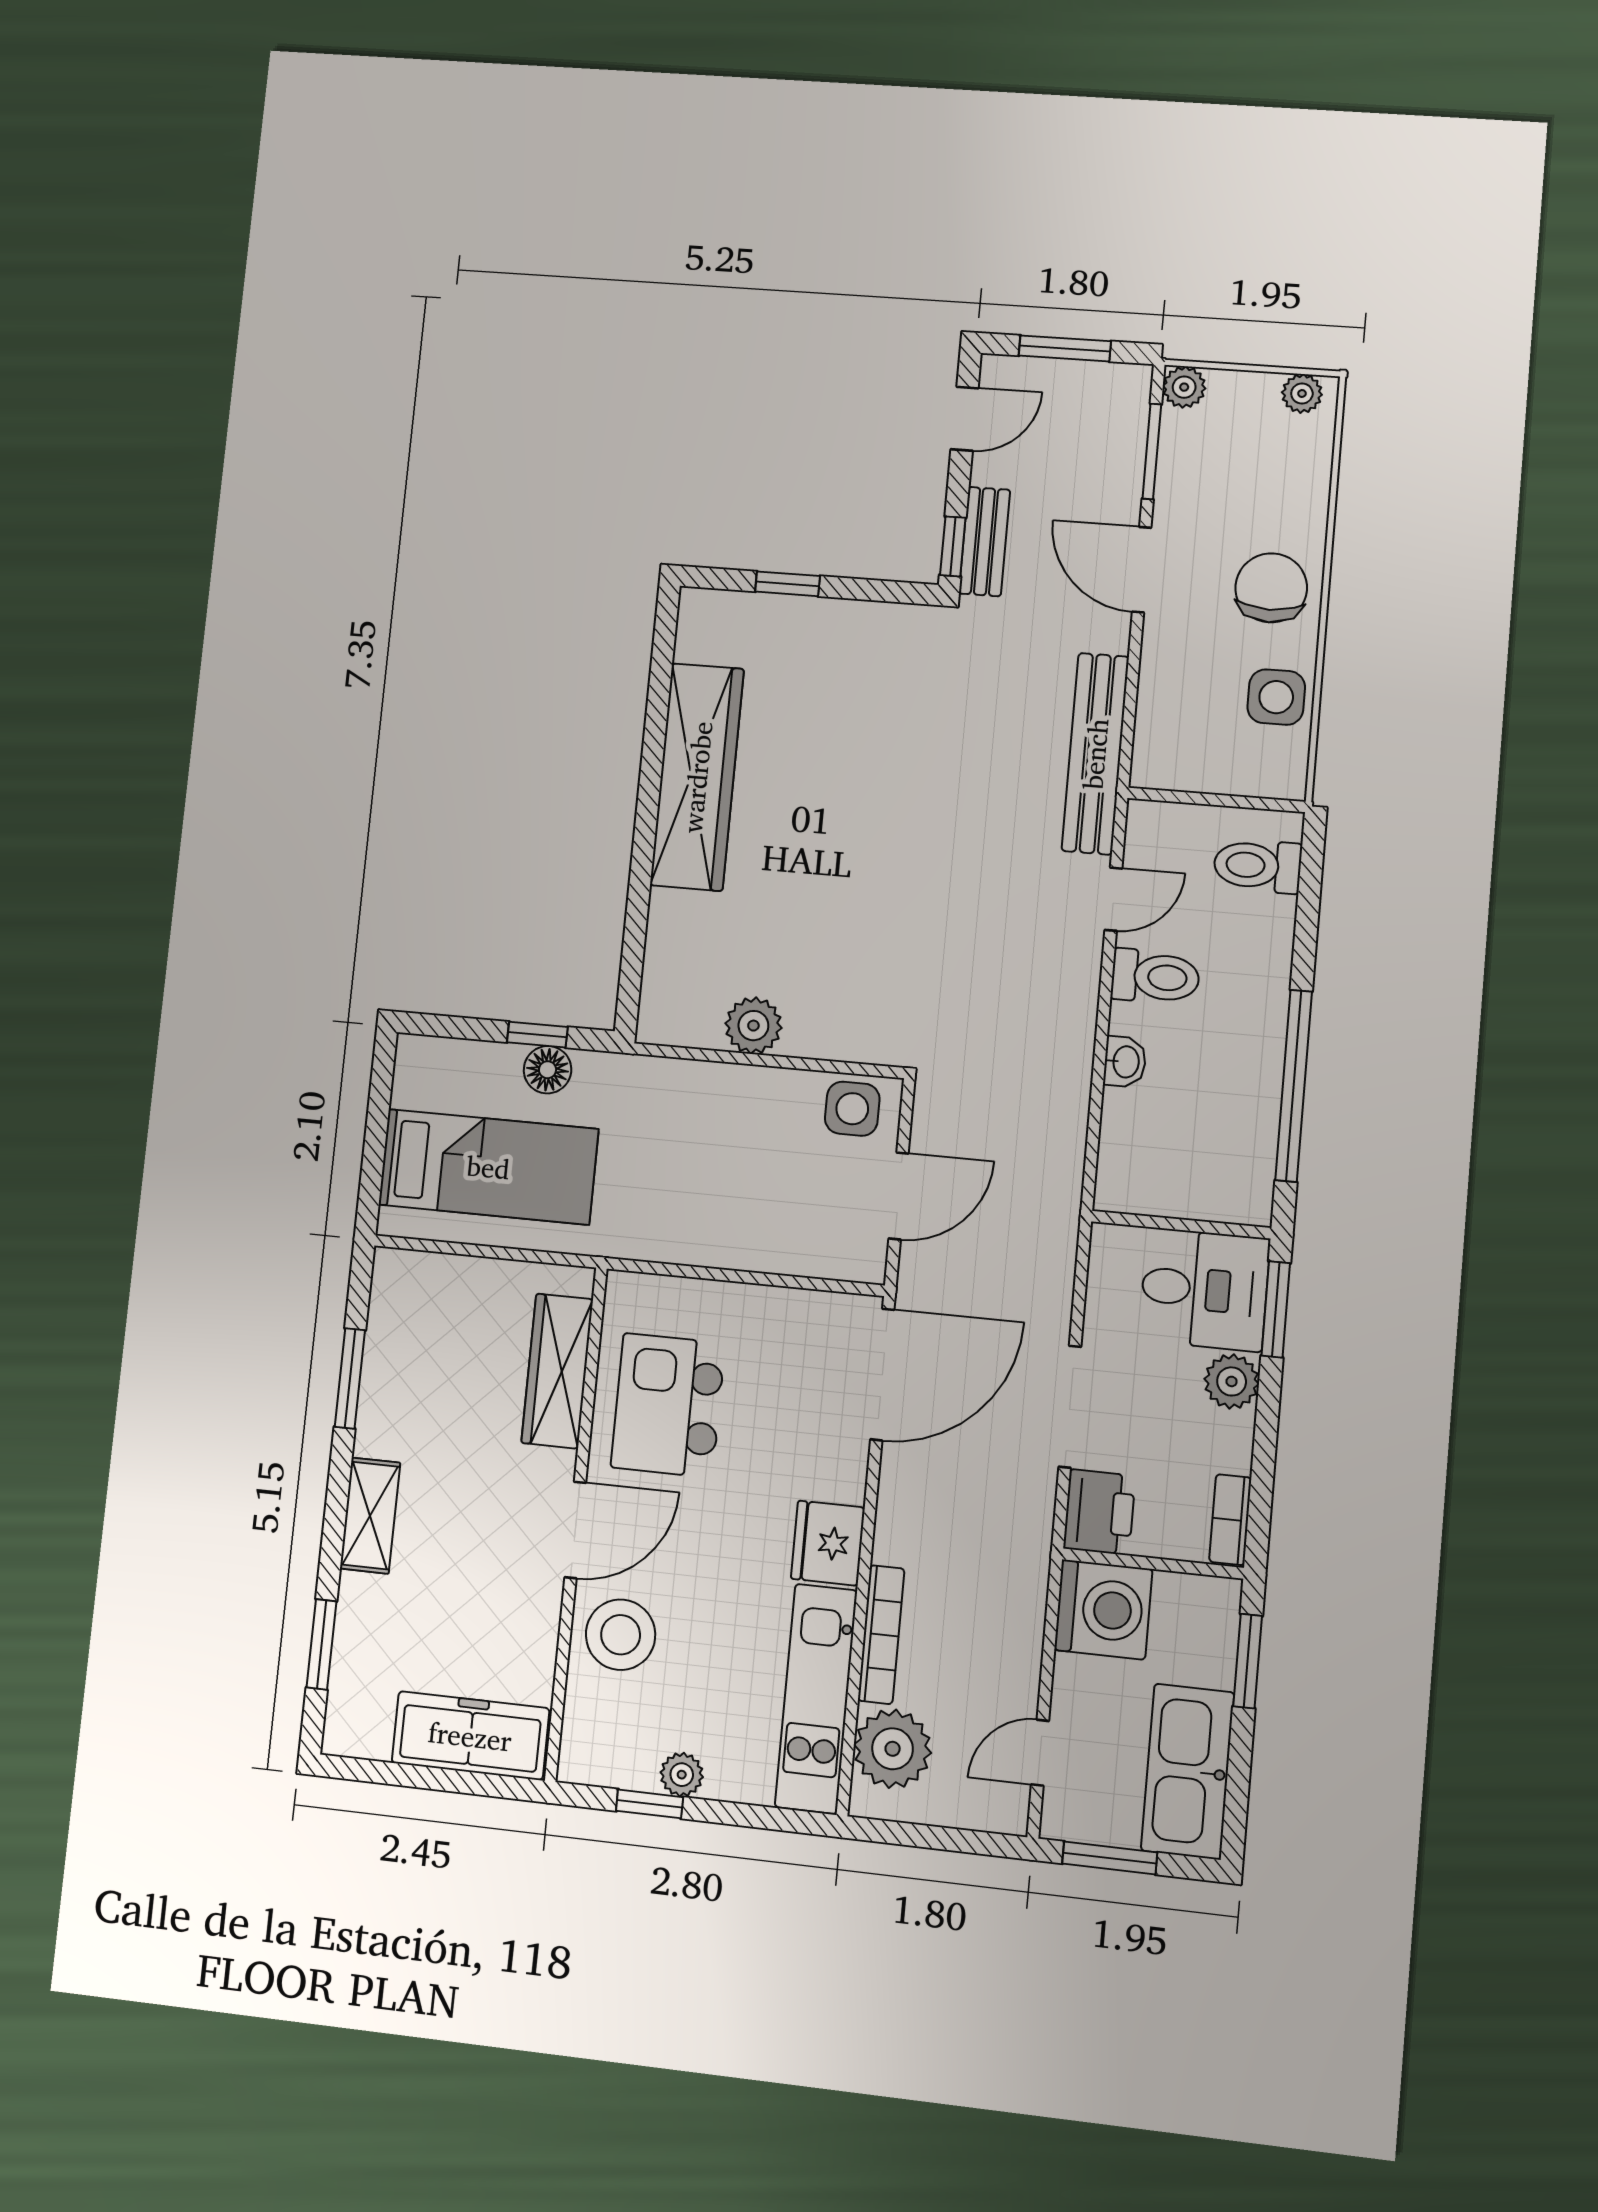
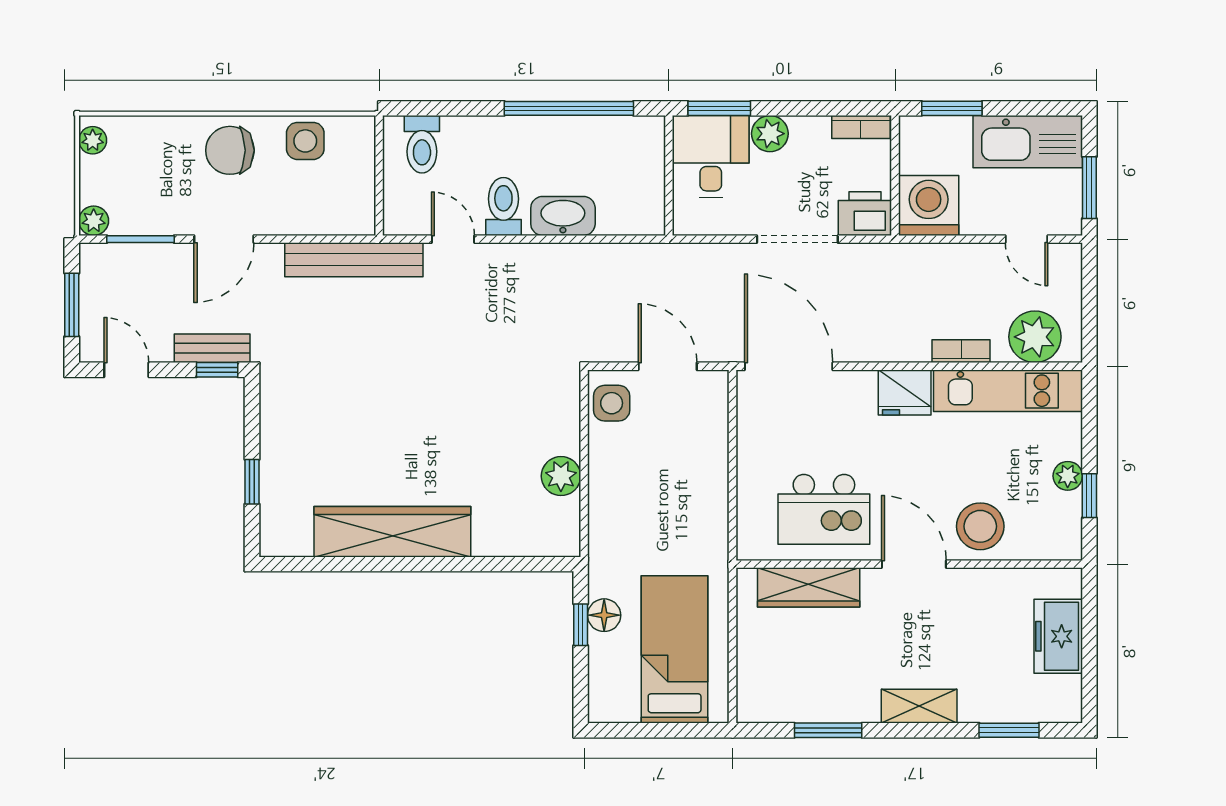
washbasin: (1125, 1062) -> (563, 216), width x1.91, depth x1.45
bookcase: (881, 1635) -> (961, 351), width x0.64
freezer: (470, 1736) -> (1058, 636), width x0.71

